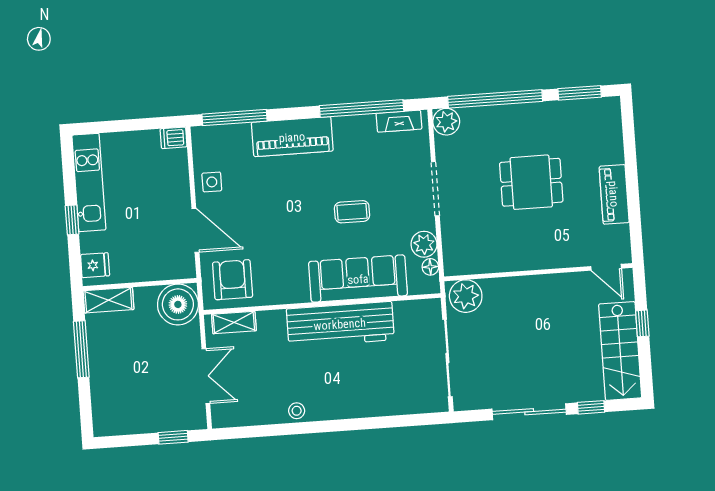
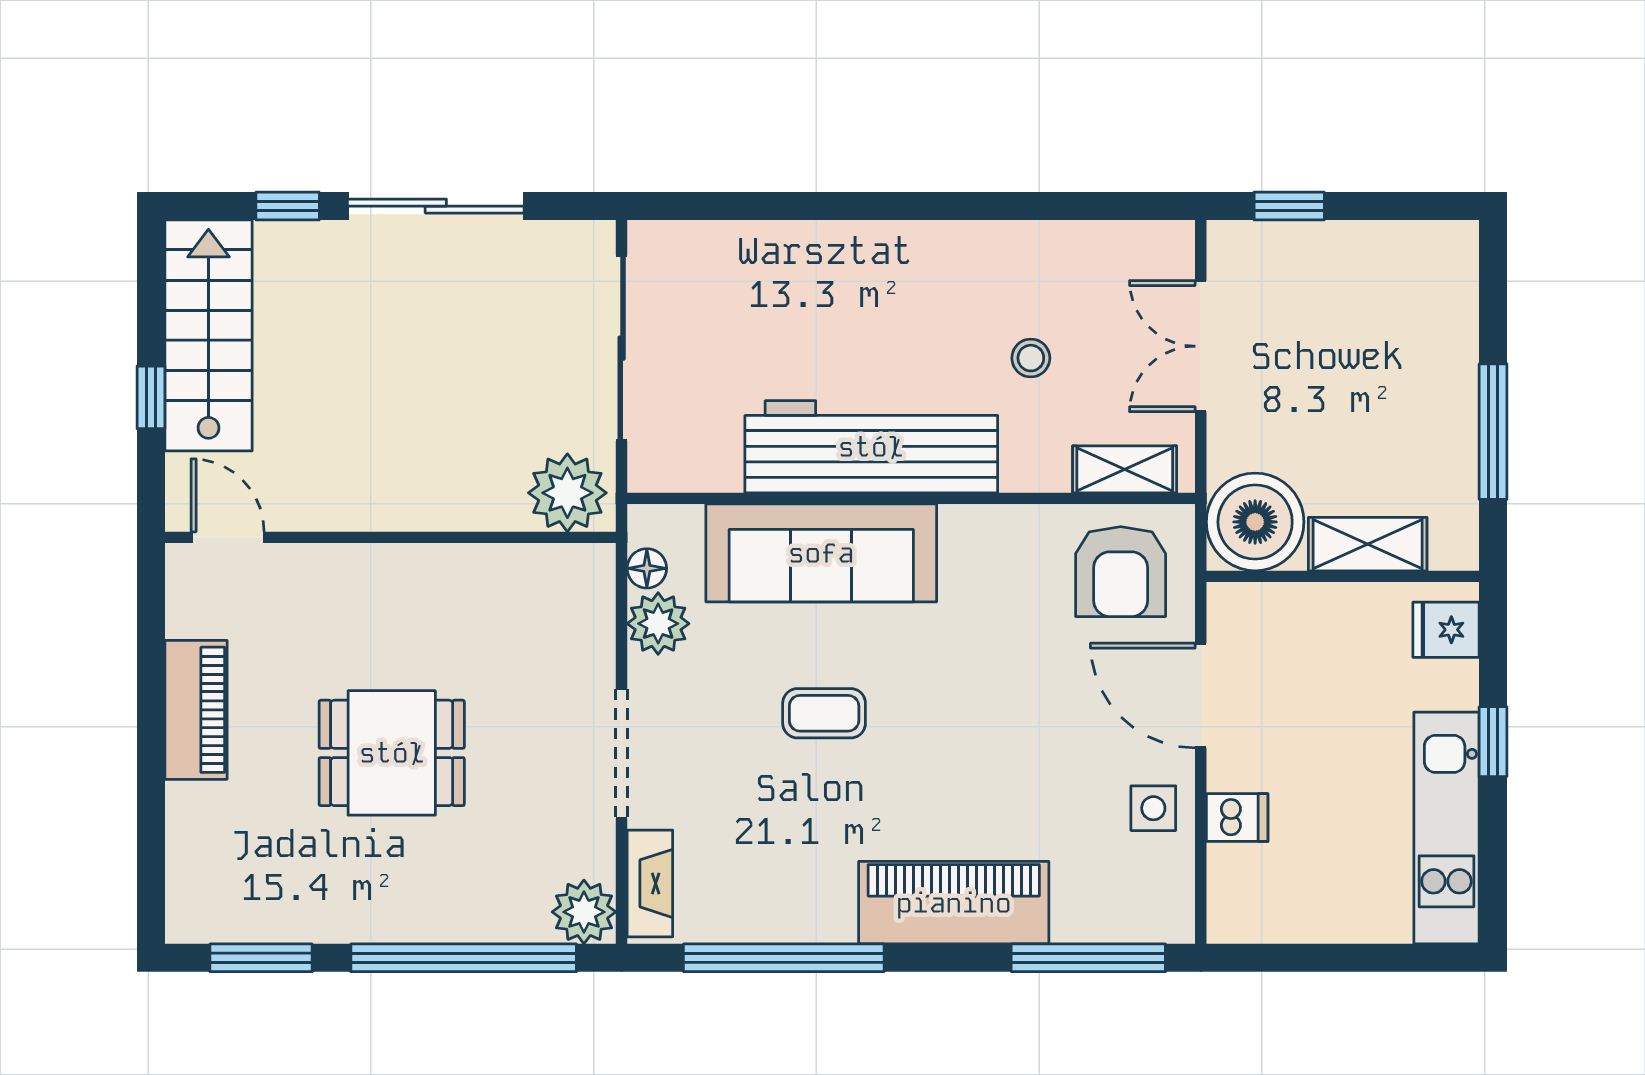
fireplace: (399, 121) -> (650, 883), moved, turned 90
dishwasher: (174, 138) -> (1237, 818), moved
shelving: (108, 300) -> (1368, 544), moved
stool: (297, 411) -> (1031, 358), moved

